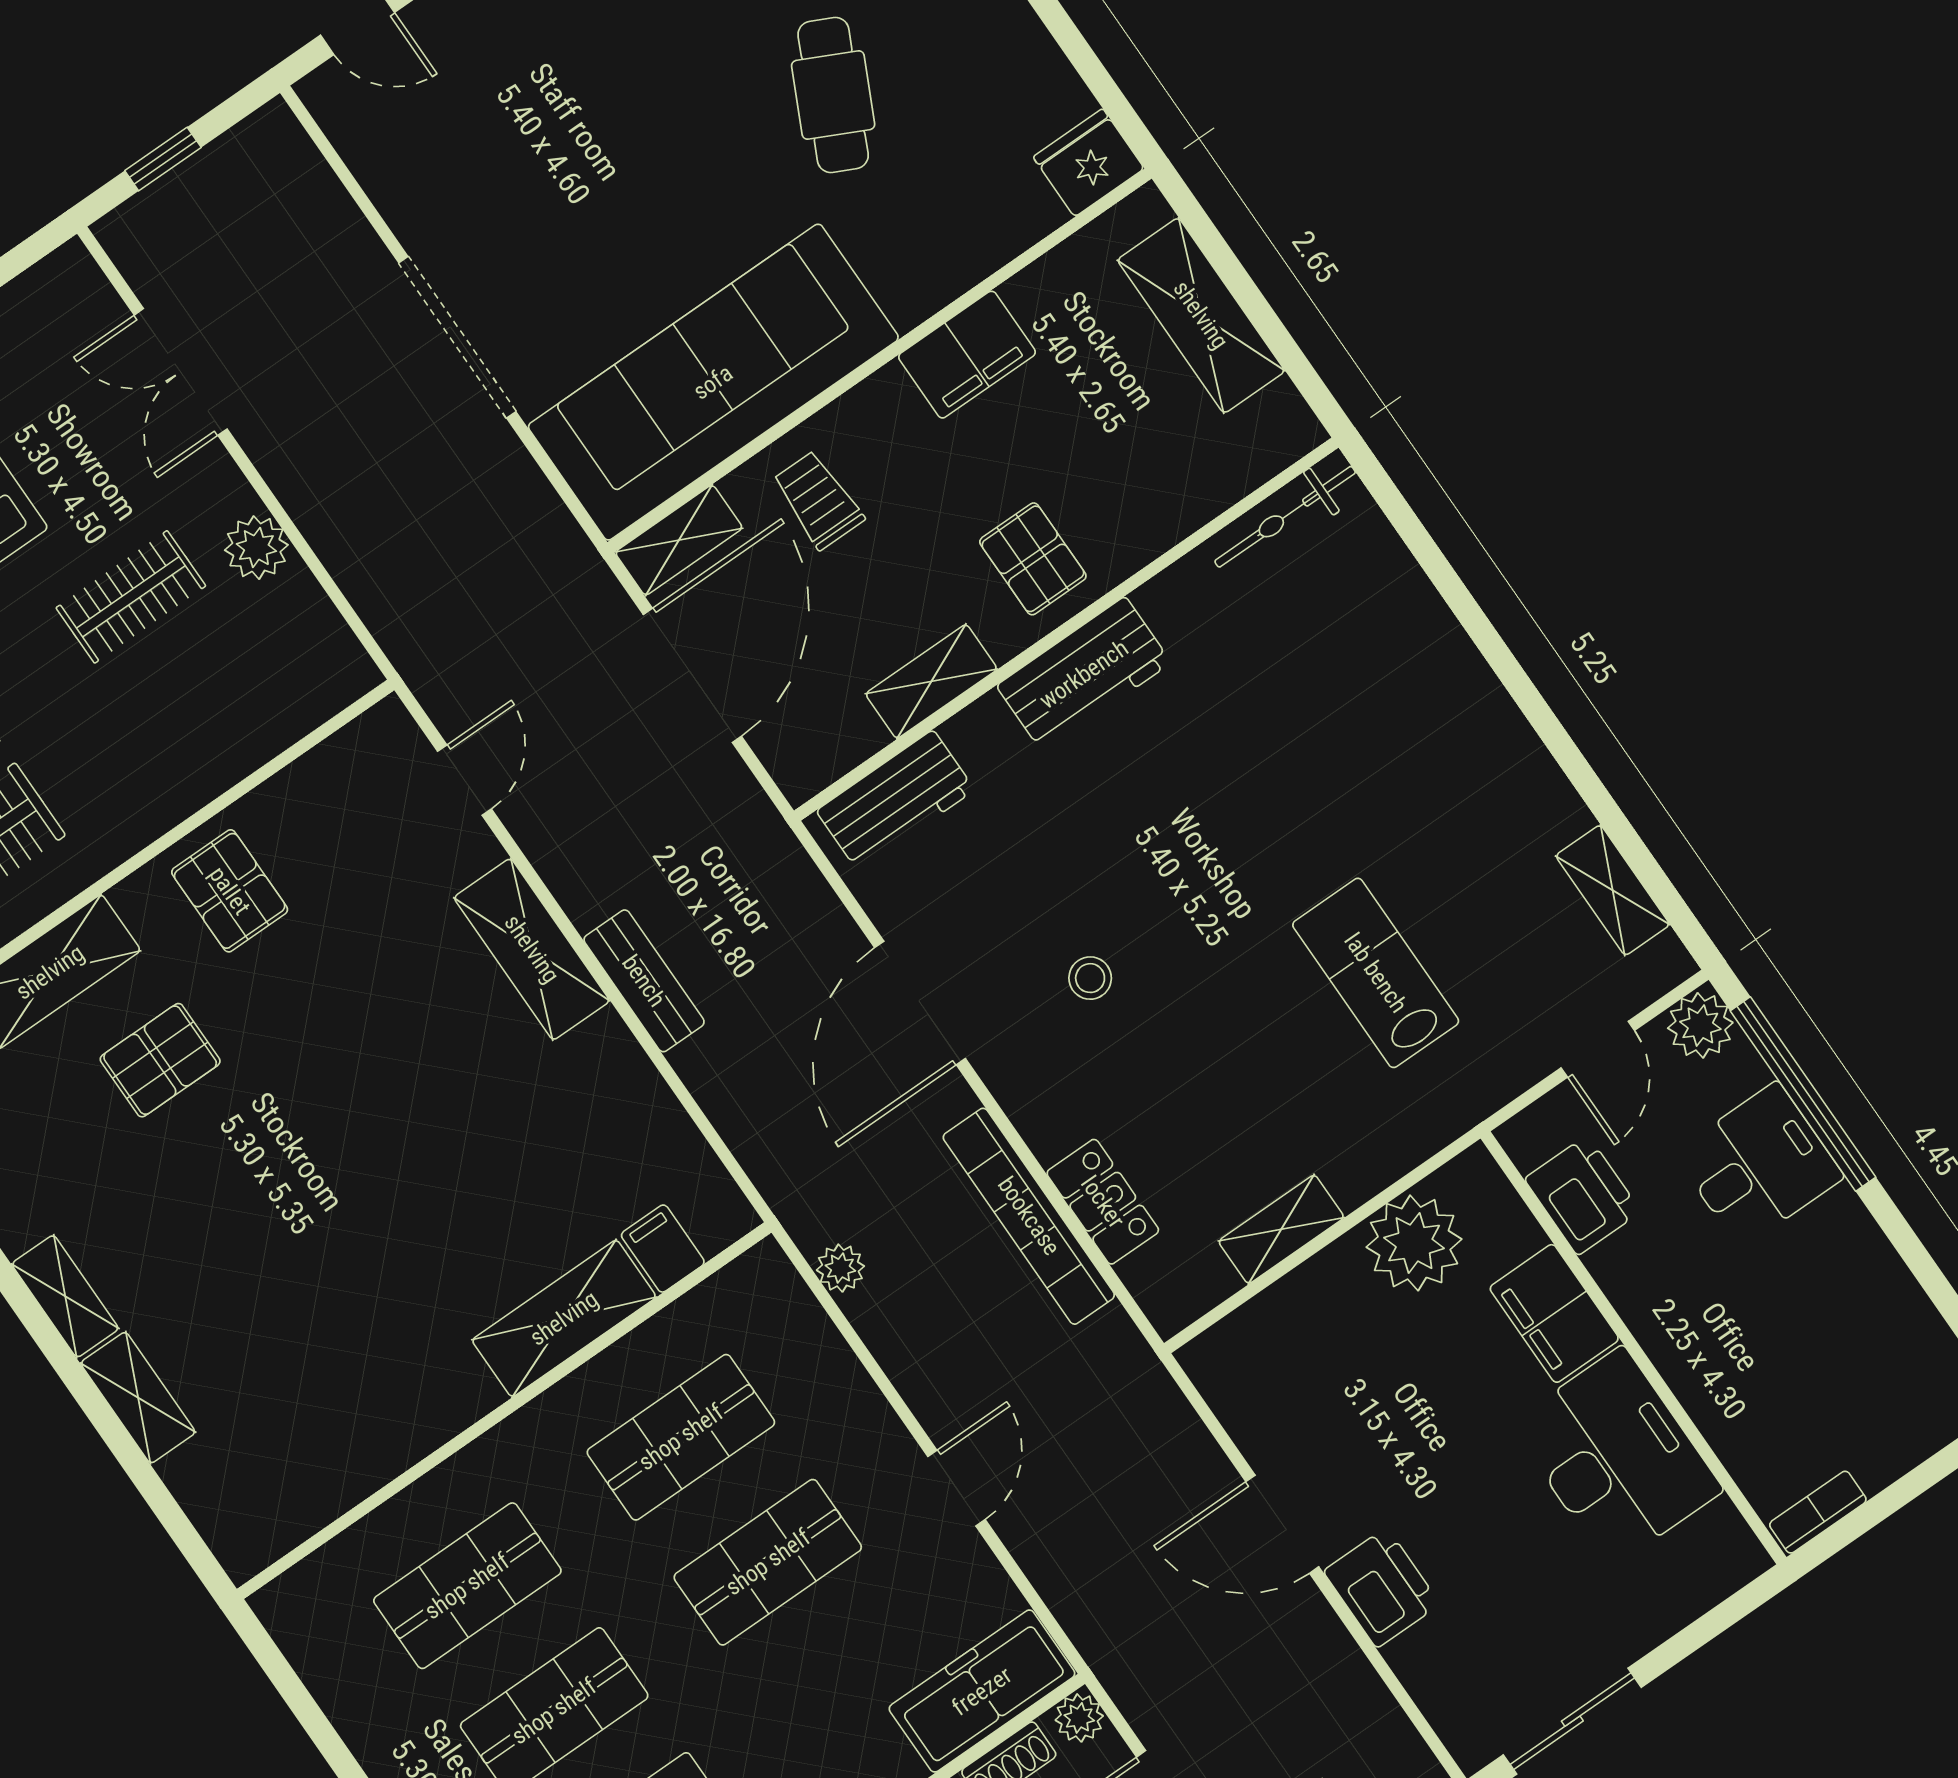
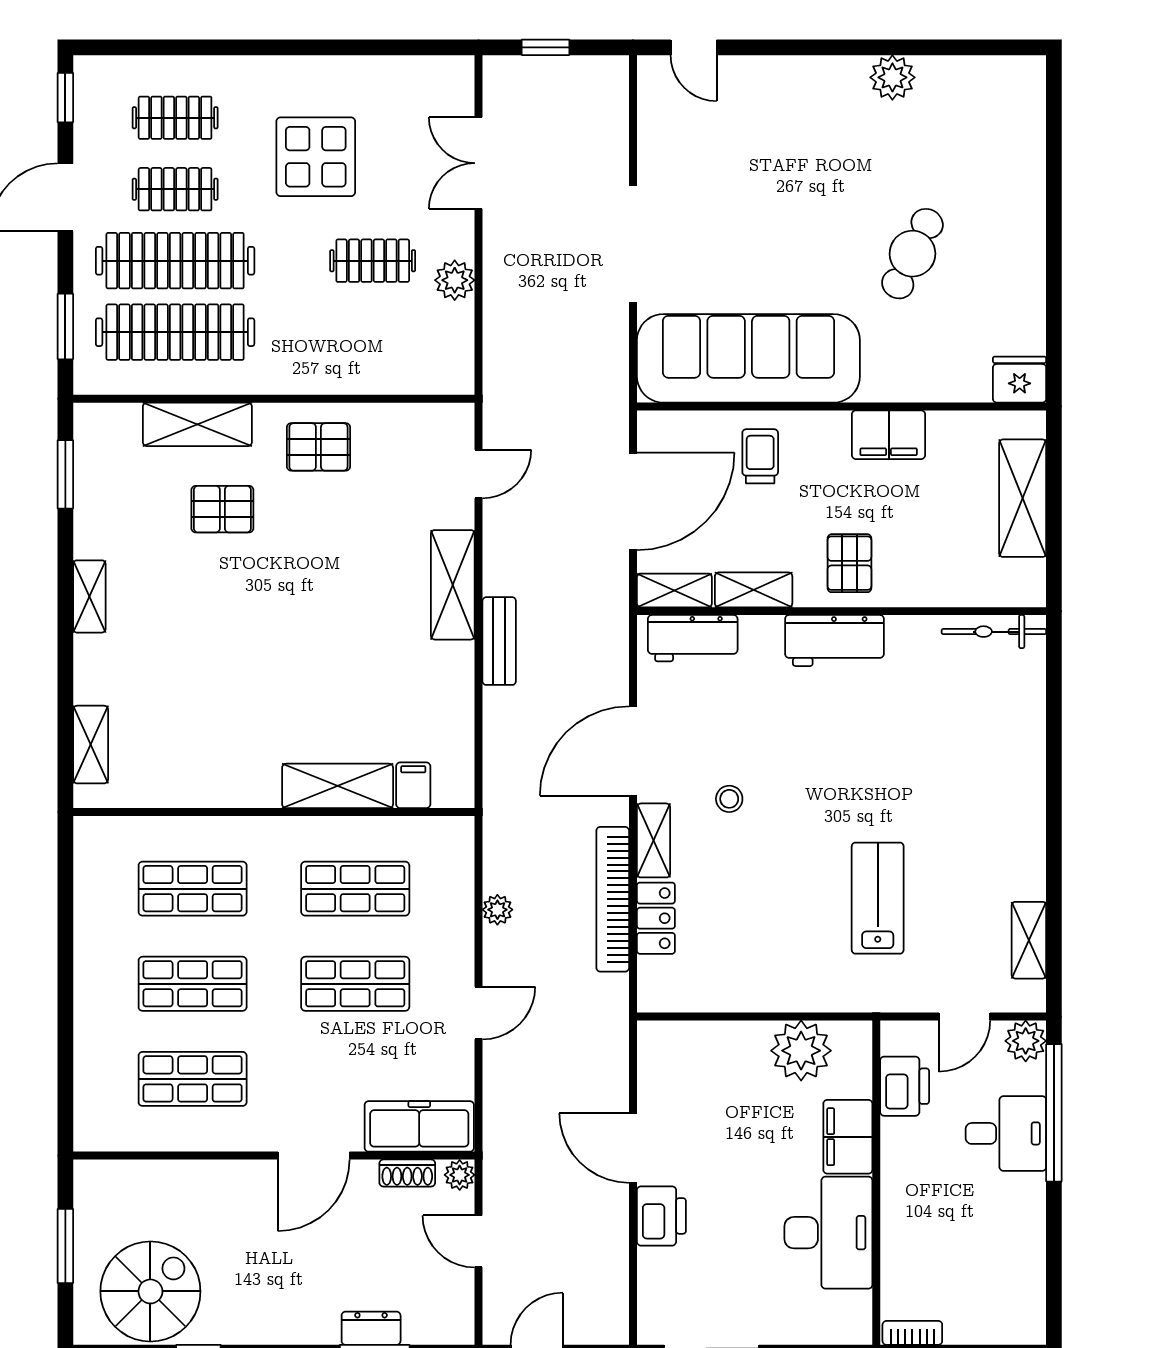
shelving: (679, 540) -> (674, 590), moved
pallet: (230, 891) -> (318, 447), turned 90
shelving: (1281, 1229) -> (654, 840), moved, turned 90
plant: (840, 1268) -> (497, 910), moved
shelving: (138, 1398) -> (91, 745), moved

